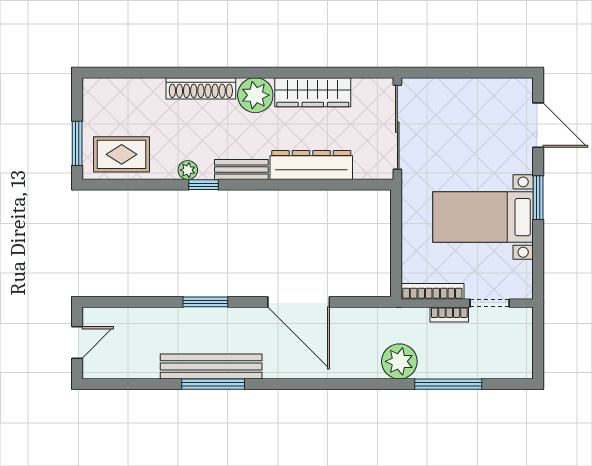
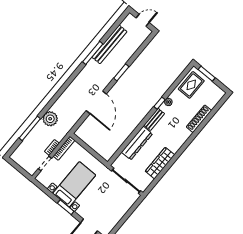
shoe rack: (201, 88) -> (199, 119), moved
plant: (255, 95) -> (174, 144), removed
door: (299, 302) -> (96, 102), swing flipped
door: (77, 342) -> (143, 20), swing flipped
bench: (211, 367) -> (109, 44), moved

